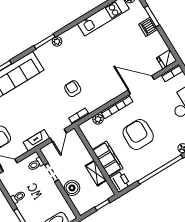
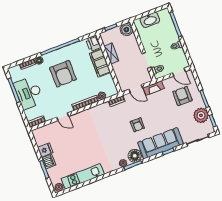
floor lamp: (44, 53) -> (135, 156), added
fridge: (167, 59) -> (45, 150), moved
door: (141, 85) -> (63, 117), width x0.53
armchair: (73, 89) -> (137, 125), moved
armchair: (138, 134) -> (63, 74), moved
door: (58, 135) -> (136, 89), swing flipped
boiler: (72, 188) -> (126, 30), moved

